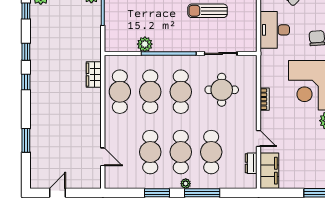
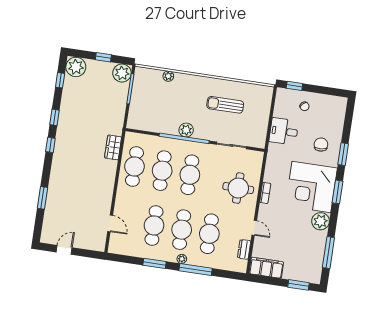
desk: (275, 30) -> (284, 131), width x0.73
plant: (145, 44) -> (186, 130), moved
round table: (222, 90) -> (238, 188), moved
filing cabinet: (269, 171) -> (266, 268), moved, turned -90

